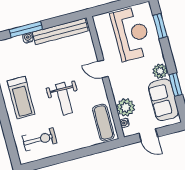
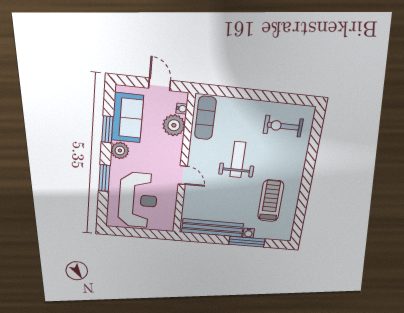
window: (160, 26) -> (104, 178), moved
reception desk: (131, 34) -> (138, 200), turned 180
treadmill: (21, 97) -> (271, 201), moved

